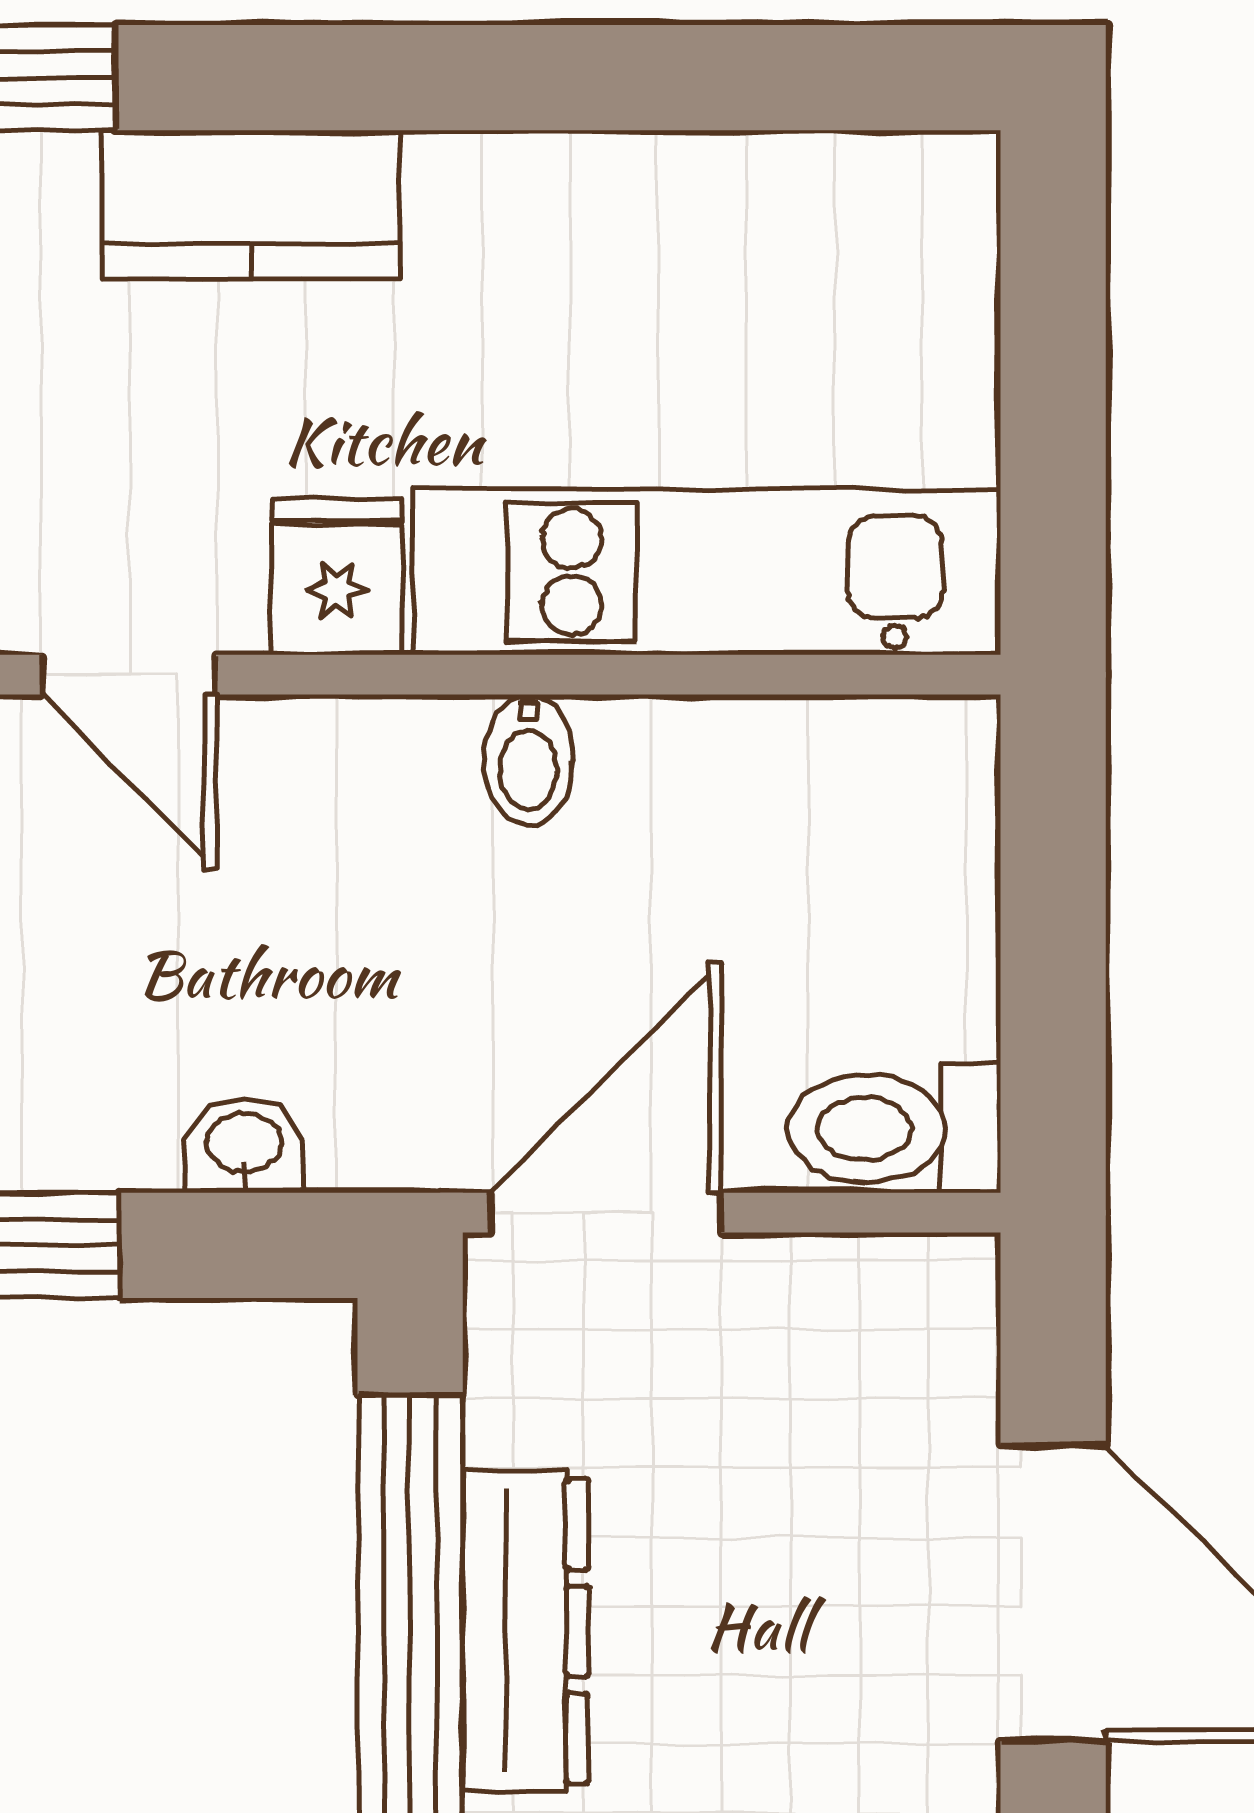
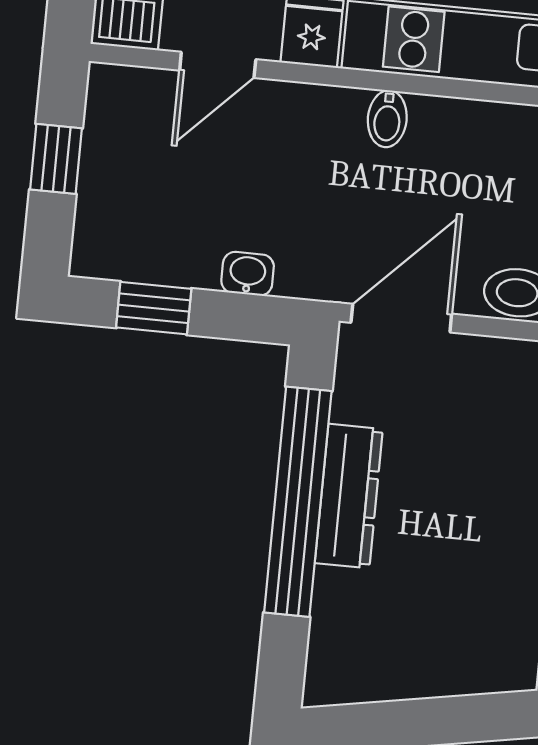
door: (129, 675) -> (218, 65), hinge flipped

